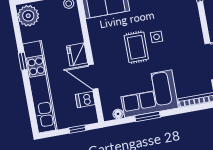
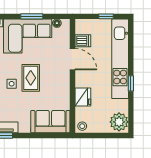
fridge: (77, 54) -> (83, 97), moved
window: (77, 129) -> (106, 16), moved

